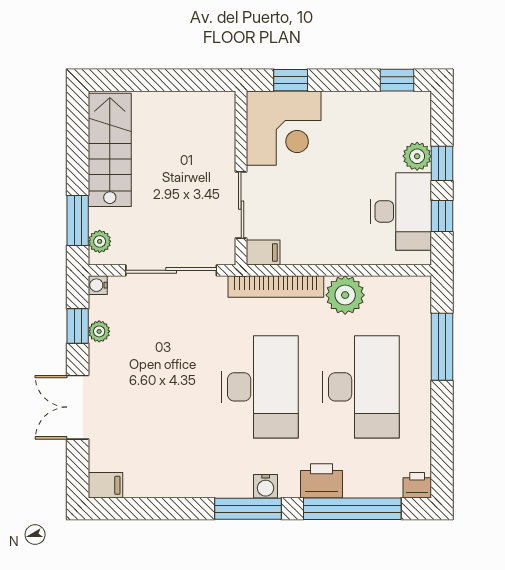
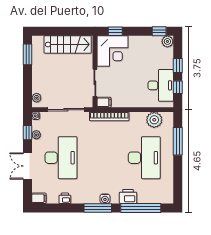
stairs: (110, 150) -> (68, 44), moved, turned 90
plant: (417, 156) -> (167, 41), moved
window: (78, 220) -> (27, 54), moved
plant: (345, 295) -> (154, 120), moved
desk: (260, 387) -> (61, 158), moved
printer: (417, 485) -> (65, 198), moved

